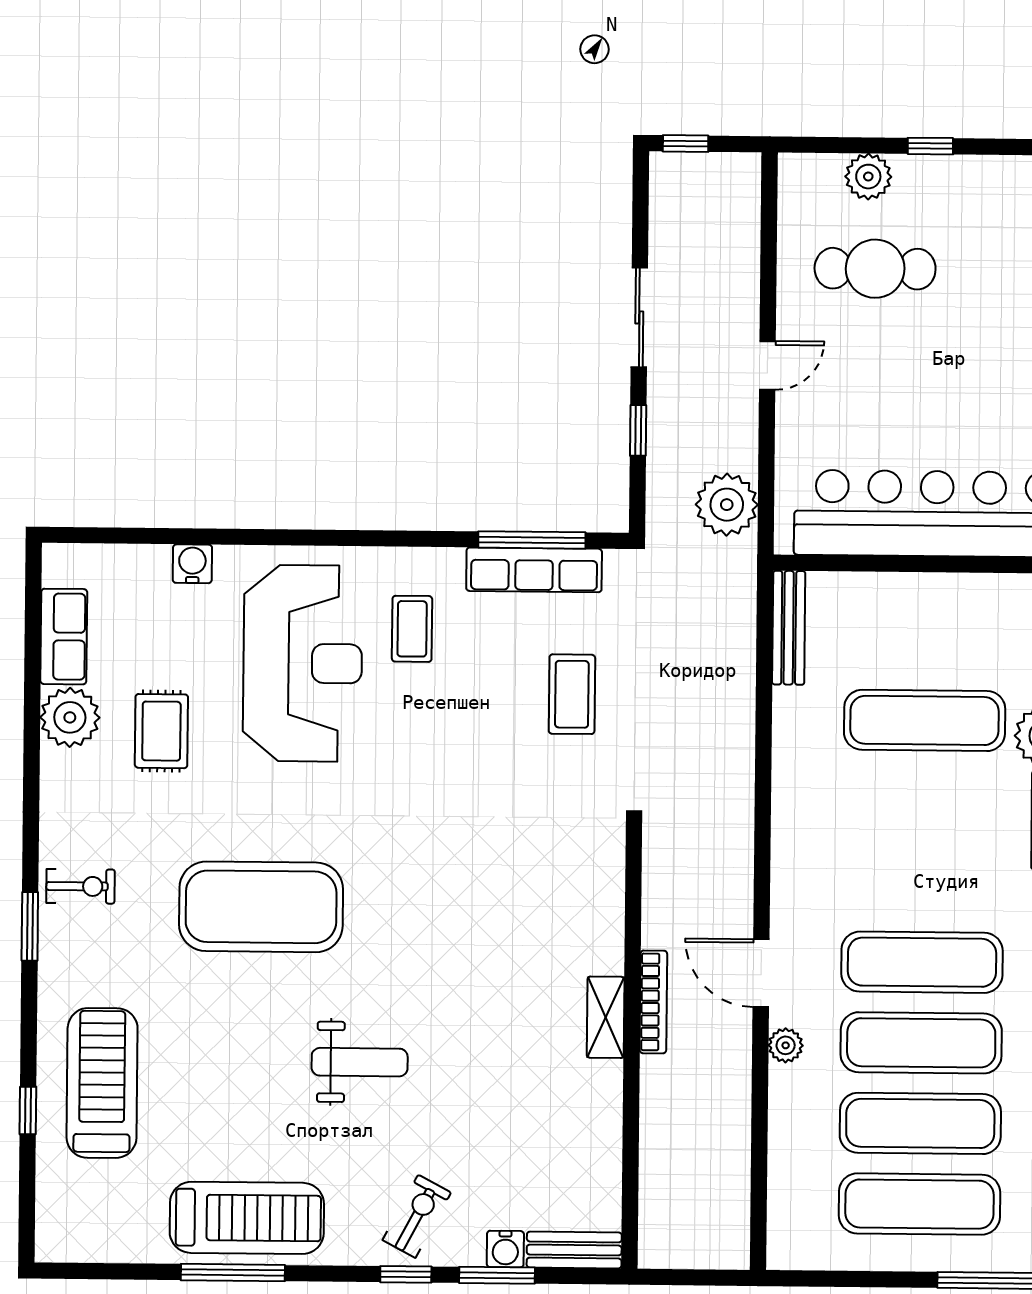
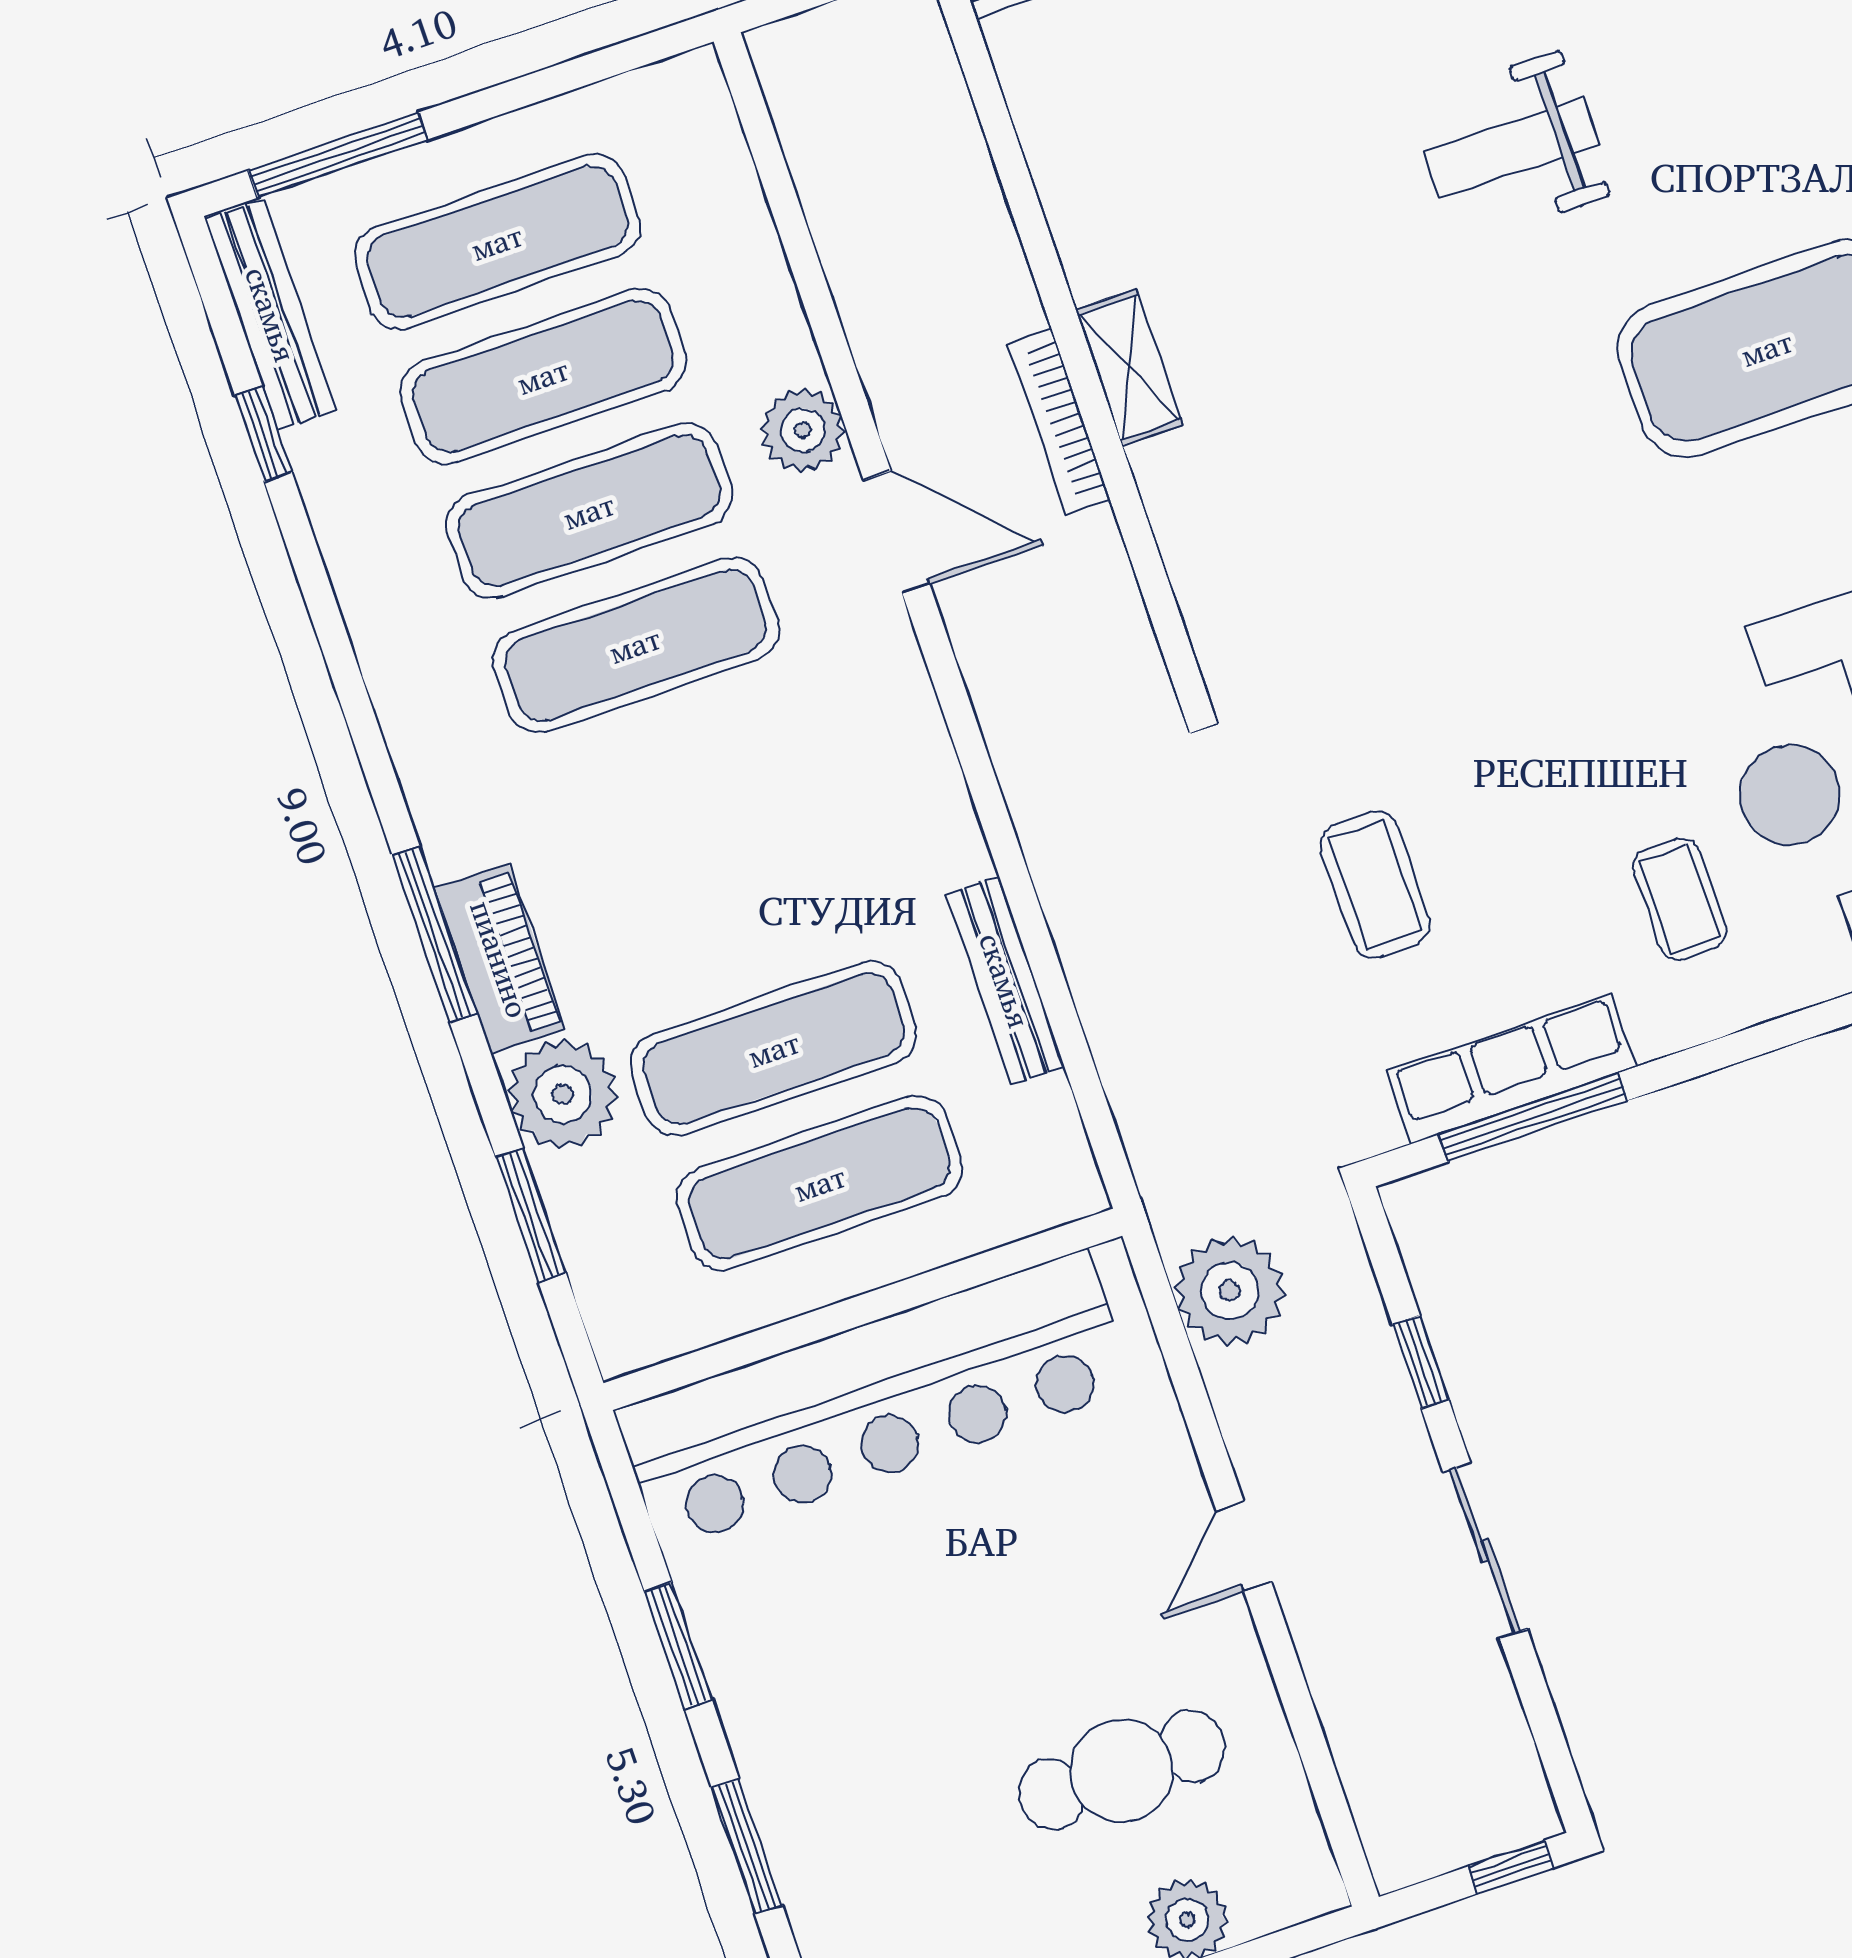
bench: (789, 628) -> (1005, 980), moved
exercise mat: (925, 640) -> (820, 1183), added
plant: (786, 1045) -> (803, 430), width x1.38, depth x1.38

